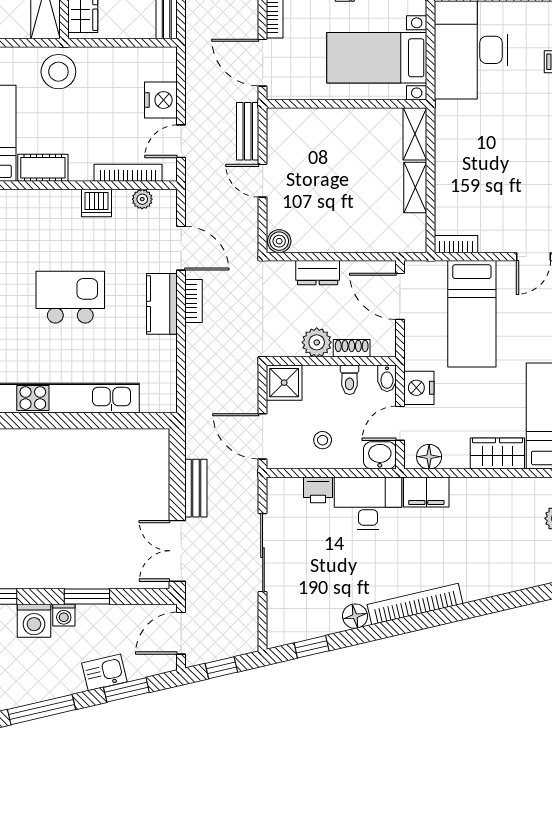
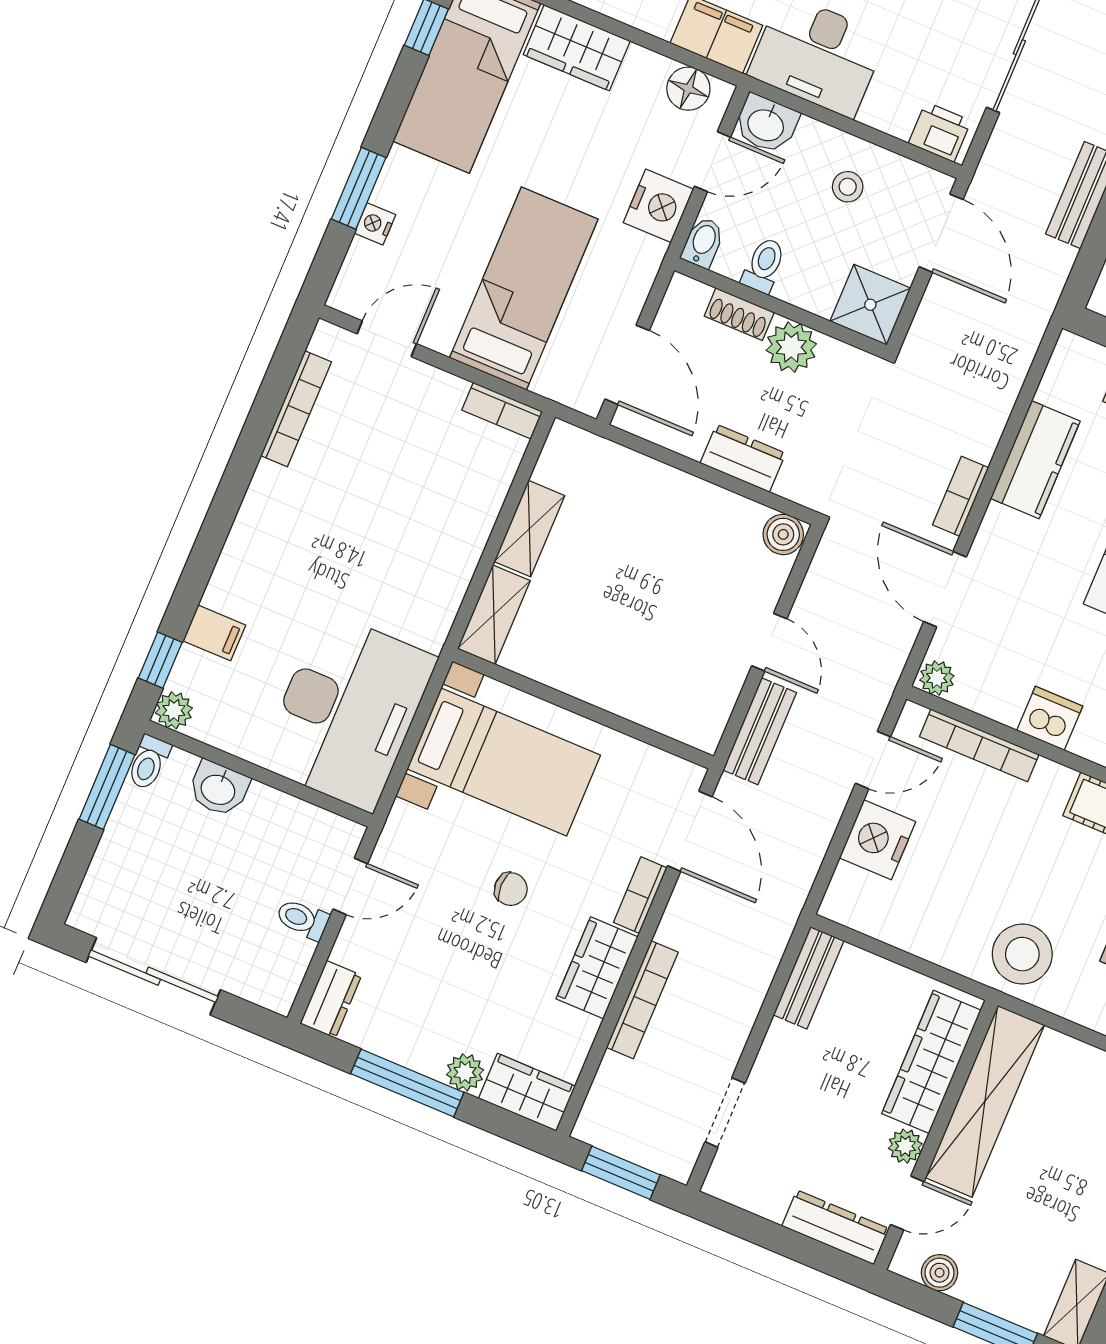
plant: (142, 199) -> (937, 678), moved
kitchen counter: (162, 304) -> (1035, 460), moved
printer: (318, 490) -> (940, 132), moved

